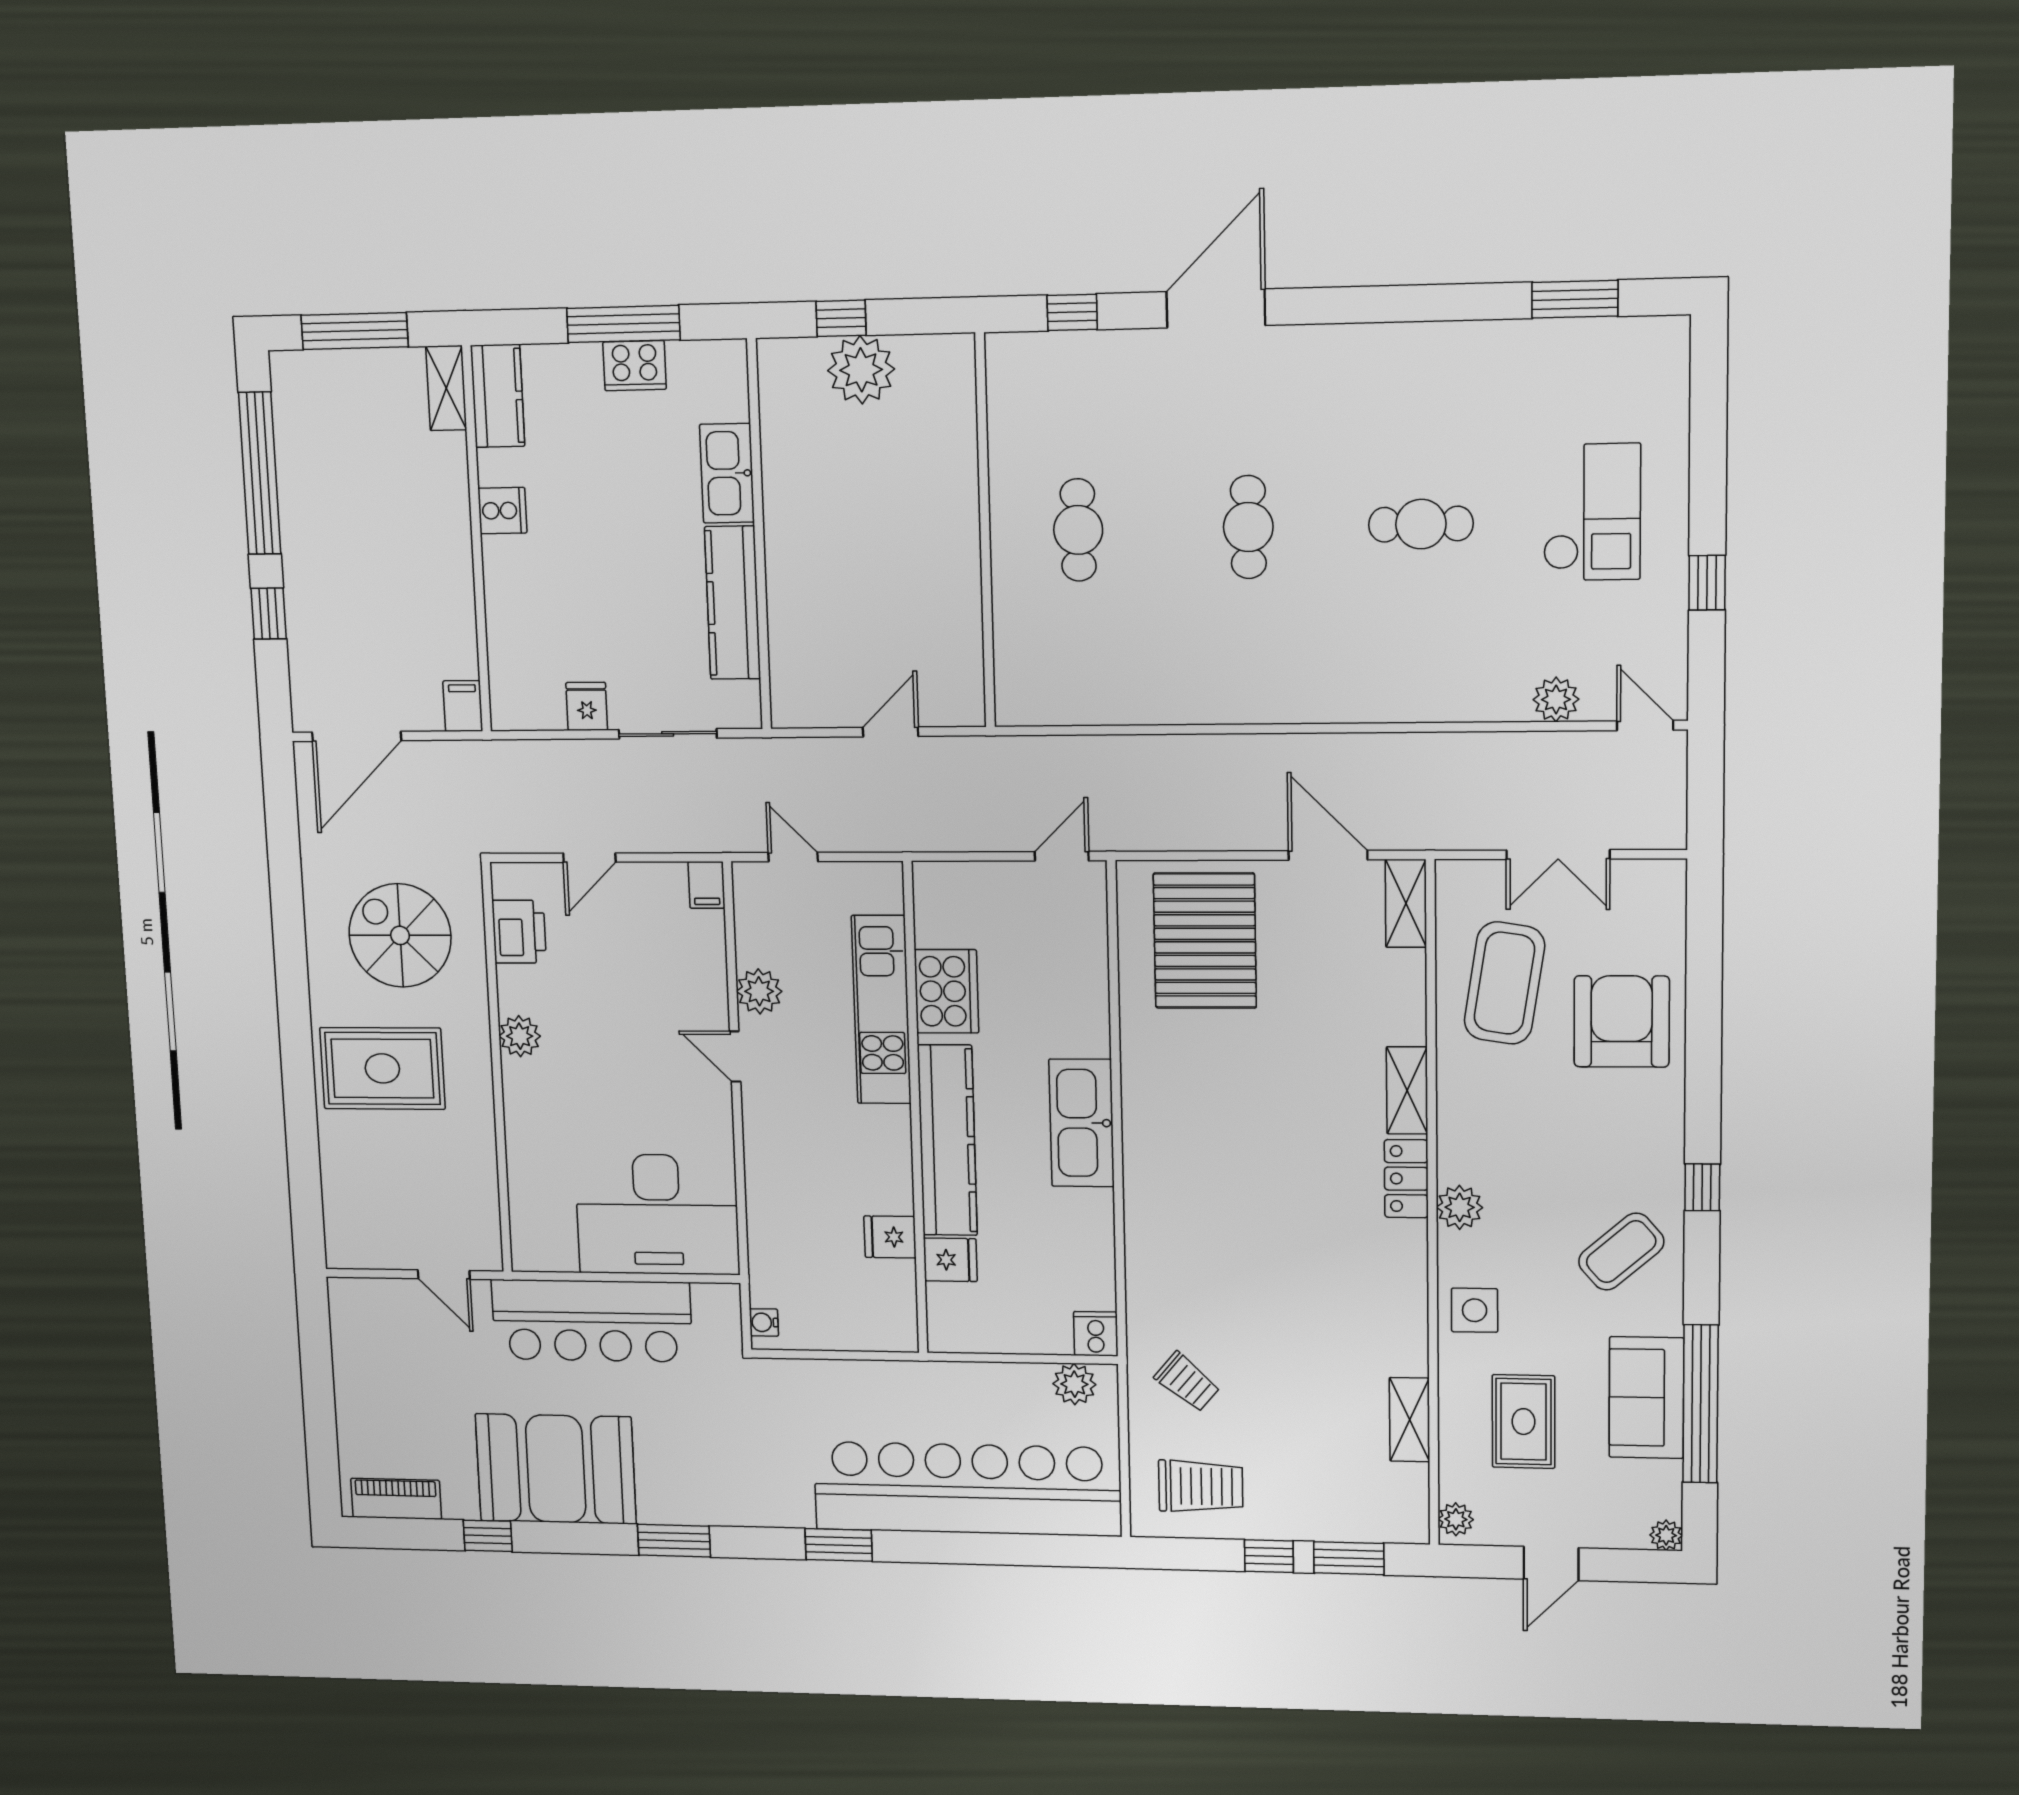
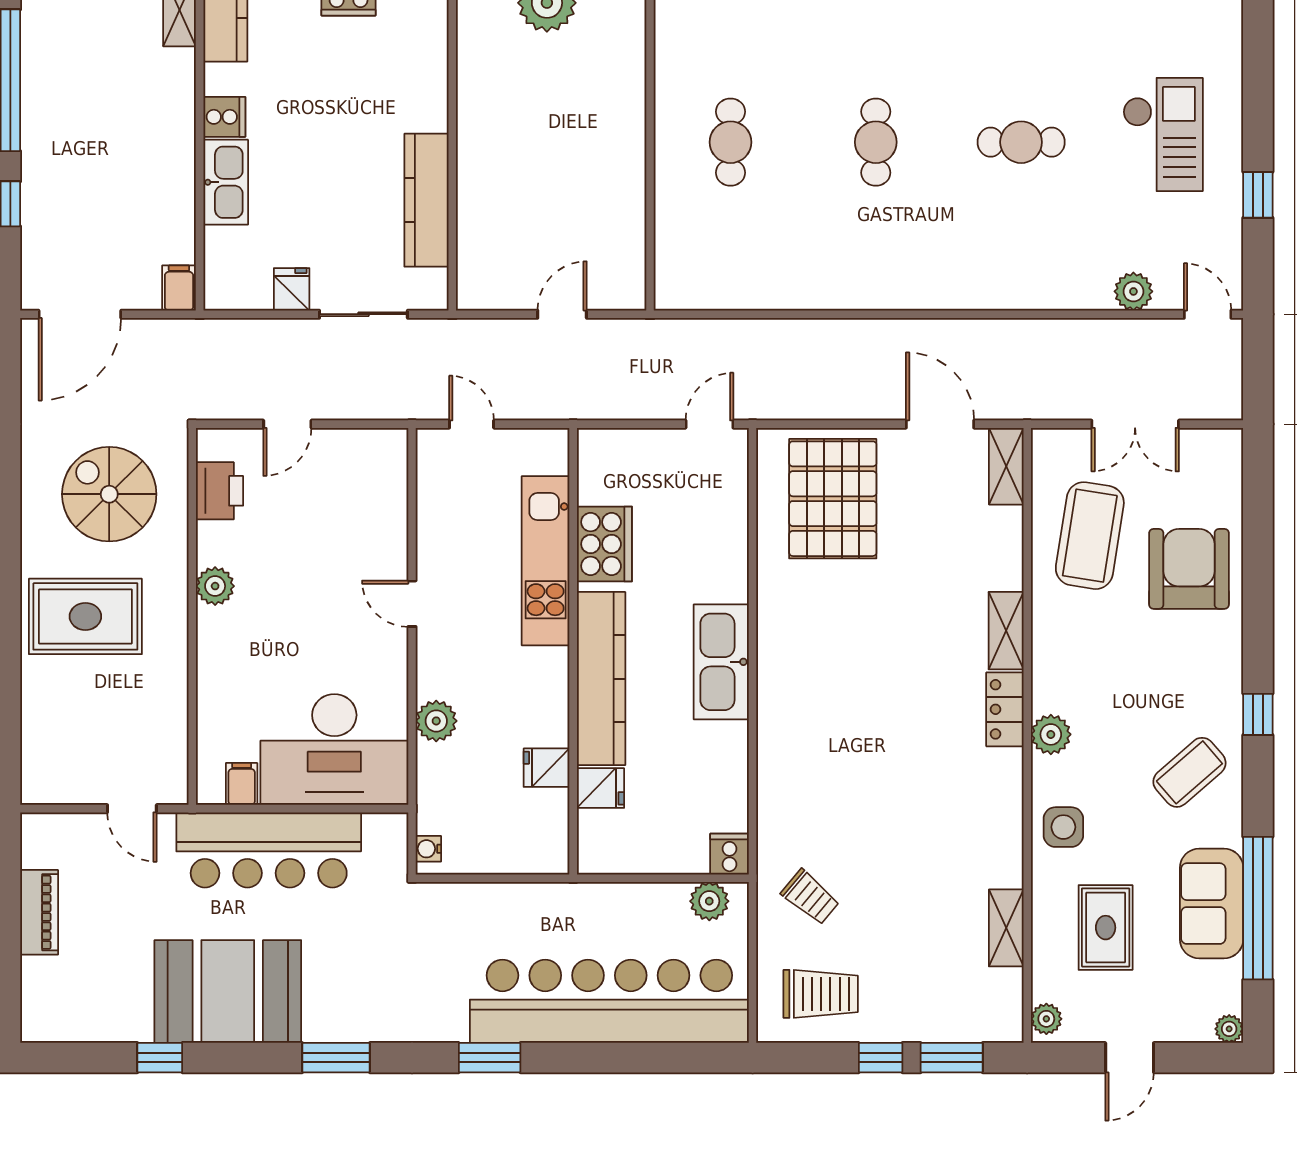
kitchen sink: (727, 473) -> (226, 182), moved, turned 180
filing cabinet: (706, 885) -> (242, 784), moved, turned 180
plant: (759, 991) -> (436, 721), moved
piano: (396, 1499) -> (39, 912), moved, turned 90

